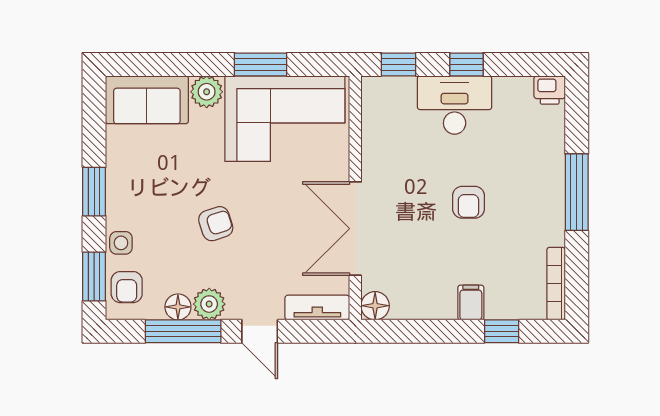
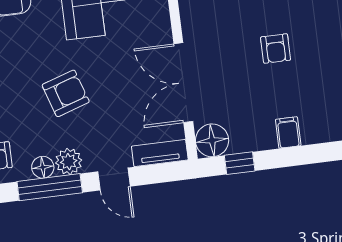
armchair: (216, 224) -> (66, 93), width x1.38, depth x1.38
floor lamp: (375, 306) -> (212, 140), width x1.38, depth x1.38
window: (502, 331) -> (240, 163), moved

